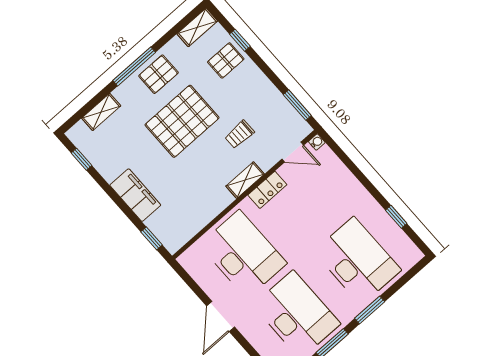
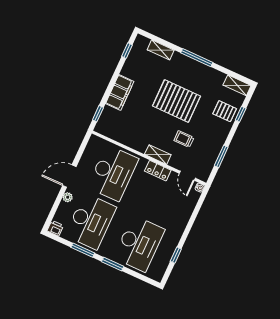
pallet: (159, 74) -> (199, 74), removed
window: (297, 105) -> (221, 156), moved
plant: (249, 332) -> (68, 197), added

